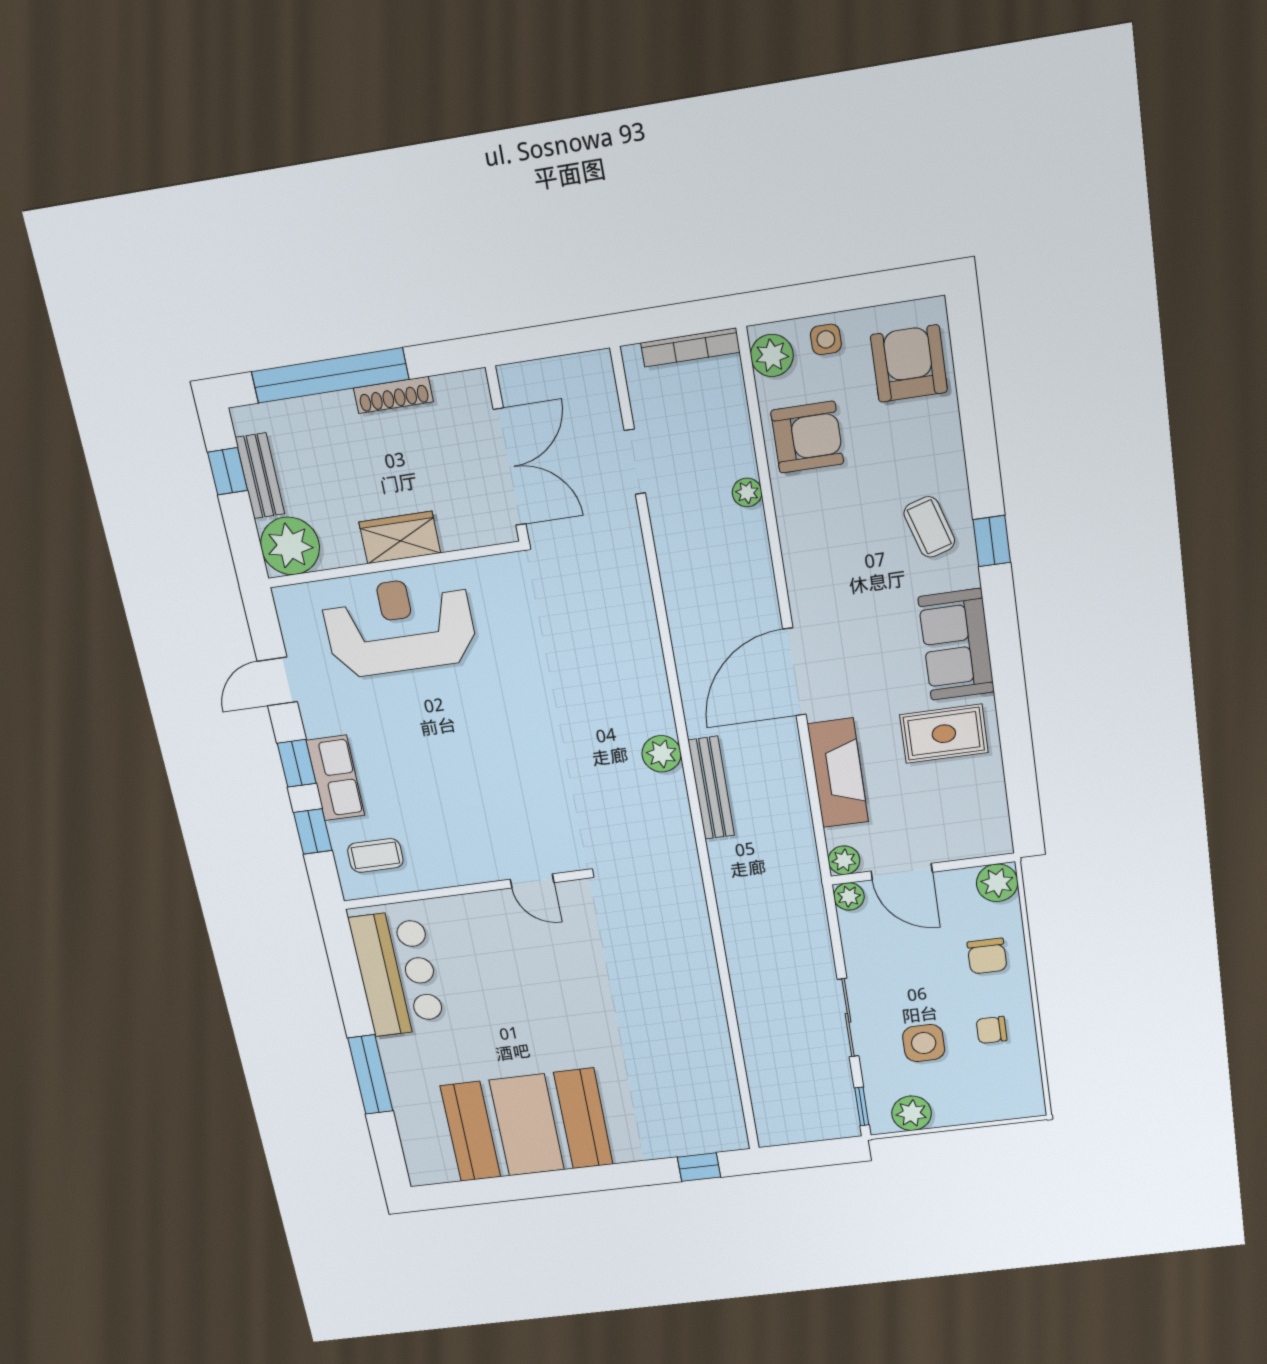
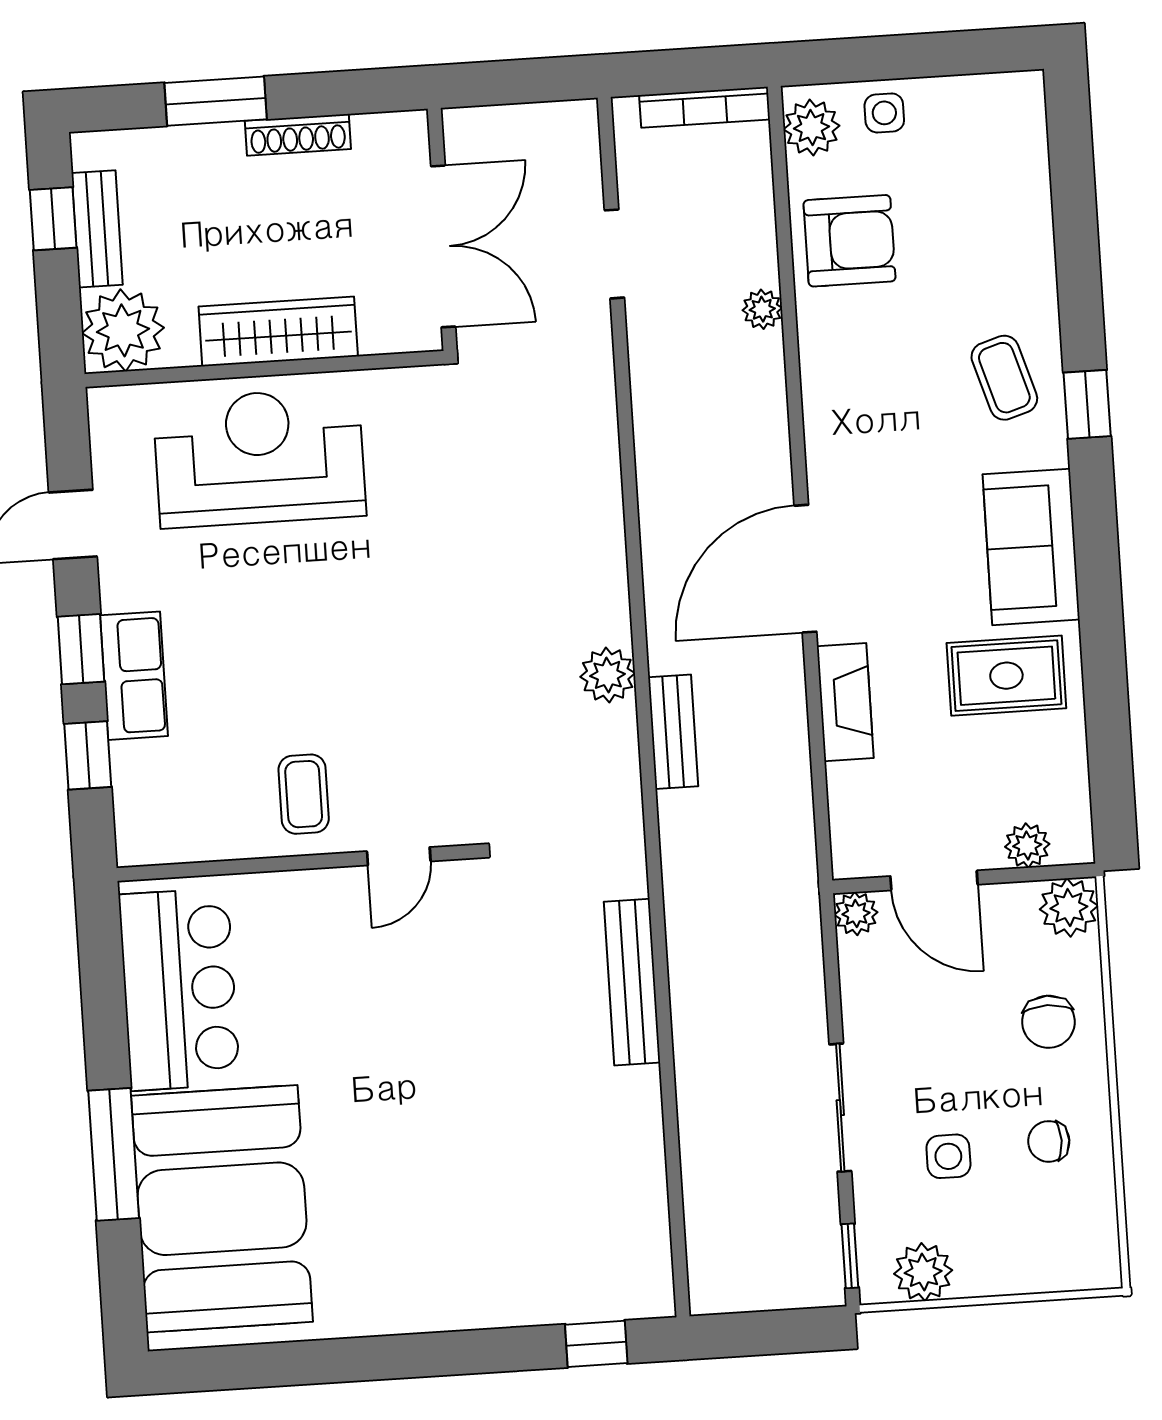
armchair: (909, 364) -> (991, 154), removed
window: (330, 375) -> (216, 101), width x0.47
wardrobe: (400, 538) -> (278, 331), width x1.50
fireplace: (838, 773) -> (845, 702), width x0.73, depth x0.76
bench: (711, 788) -> (673, 732), width x0.73
coffee table: (375, 855) -> (304, 794), moved, turned 90
plant: (844, 860) -> (1027, 845), moved
door: (532, 881) -> (399, 856), hinge flipped
bench: (700, 949) -> (632, 982), added
side table: (924, 1043) -> (948, 1156), width x0.73, depth x0.73
booth: (527, 1125) -> (222, 1209), moved, turned 90

